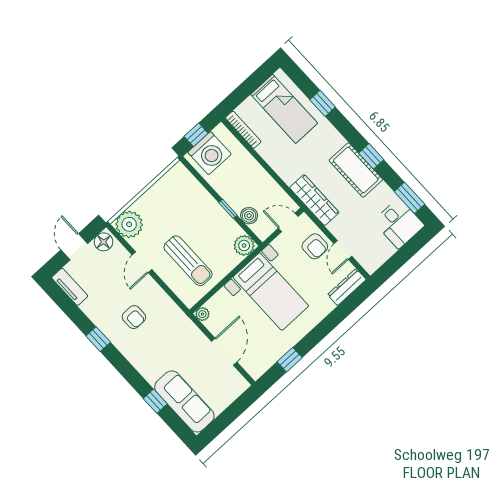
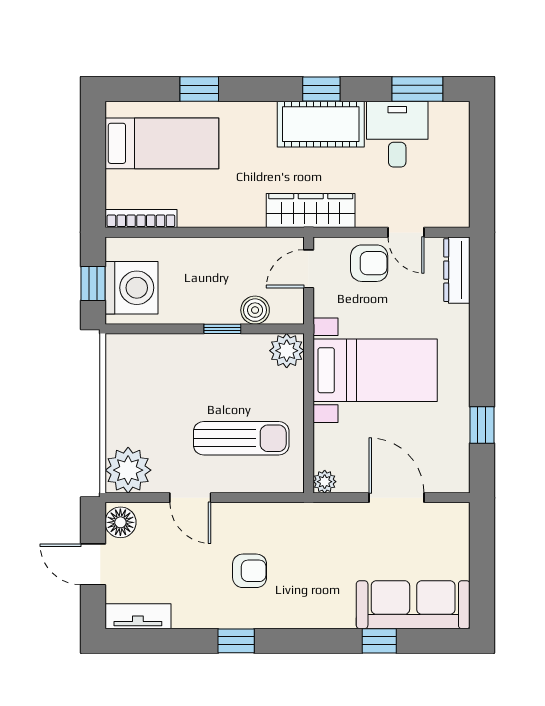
desk: (399, 223) -> (397, 134), moved, turned -90

